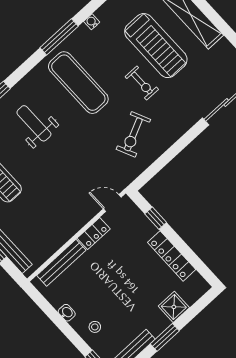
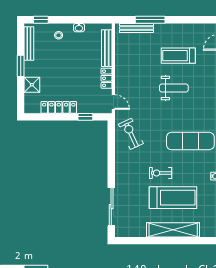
treadmill: (156, 46) -> (173, 198), turned 180
weight bench: (34, 123) -> (174, 88), moved
exercise bike: (133, 134) -> (131, 134), moved
door: (112, 203) -> (113, 102), hinge flipped

